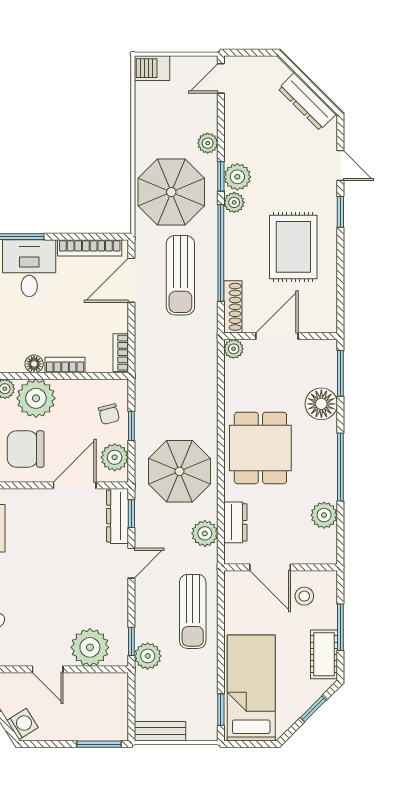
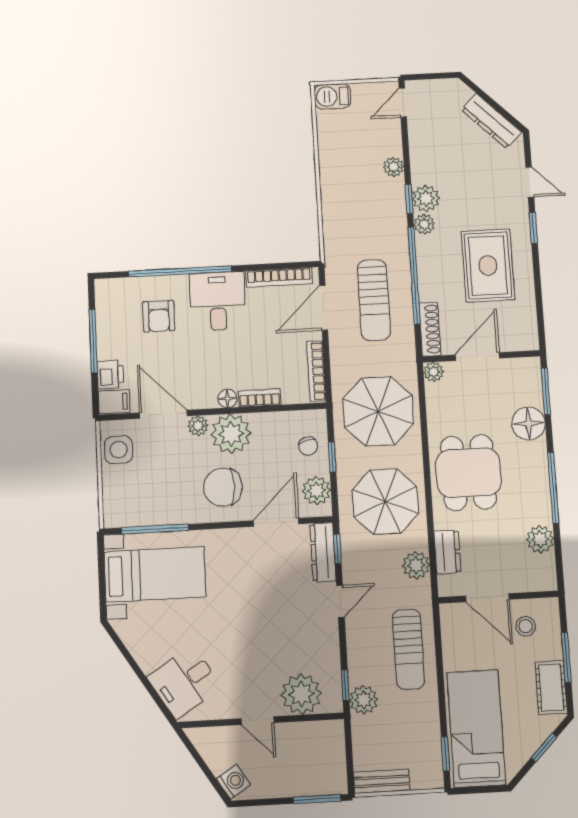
parasol: (171, 192) -> (378, 411), moved
bookcase: (121, 353) -> (316, 371), width x1.56

